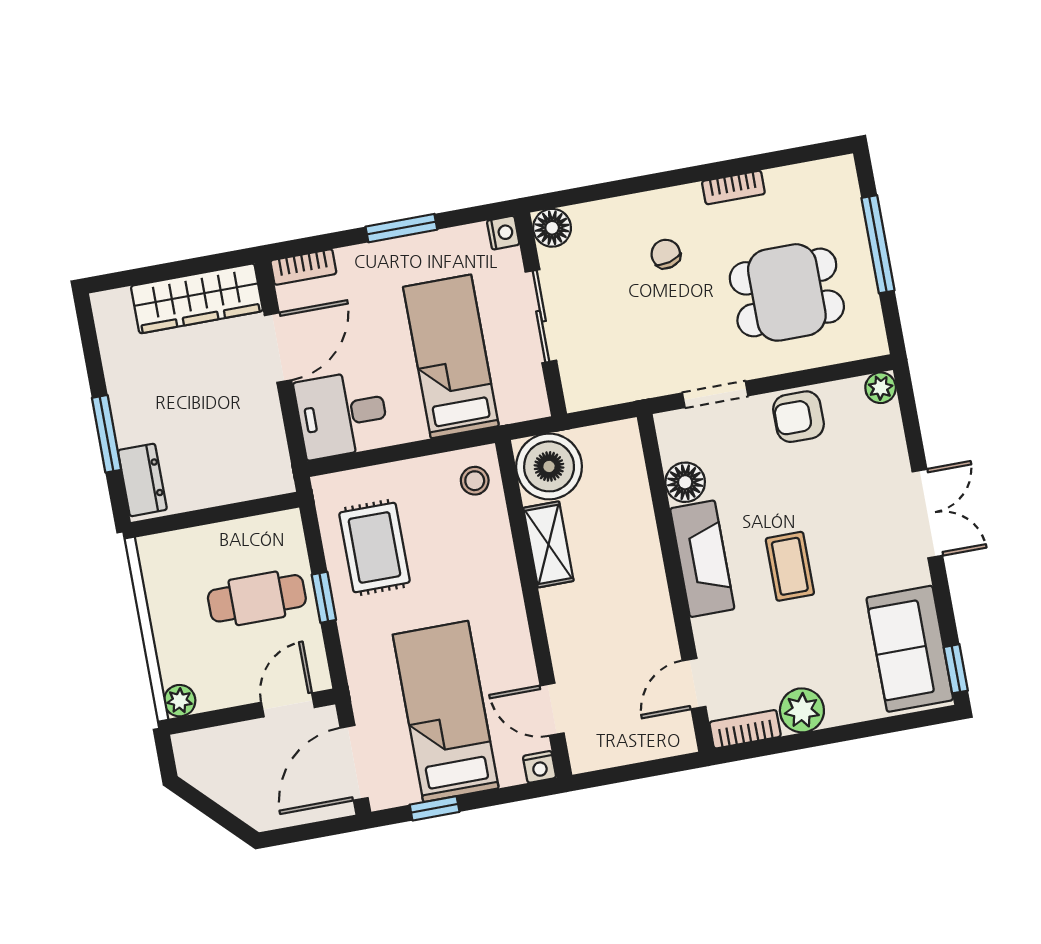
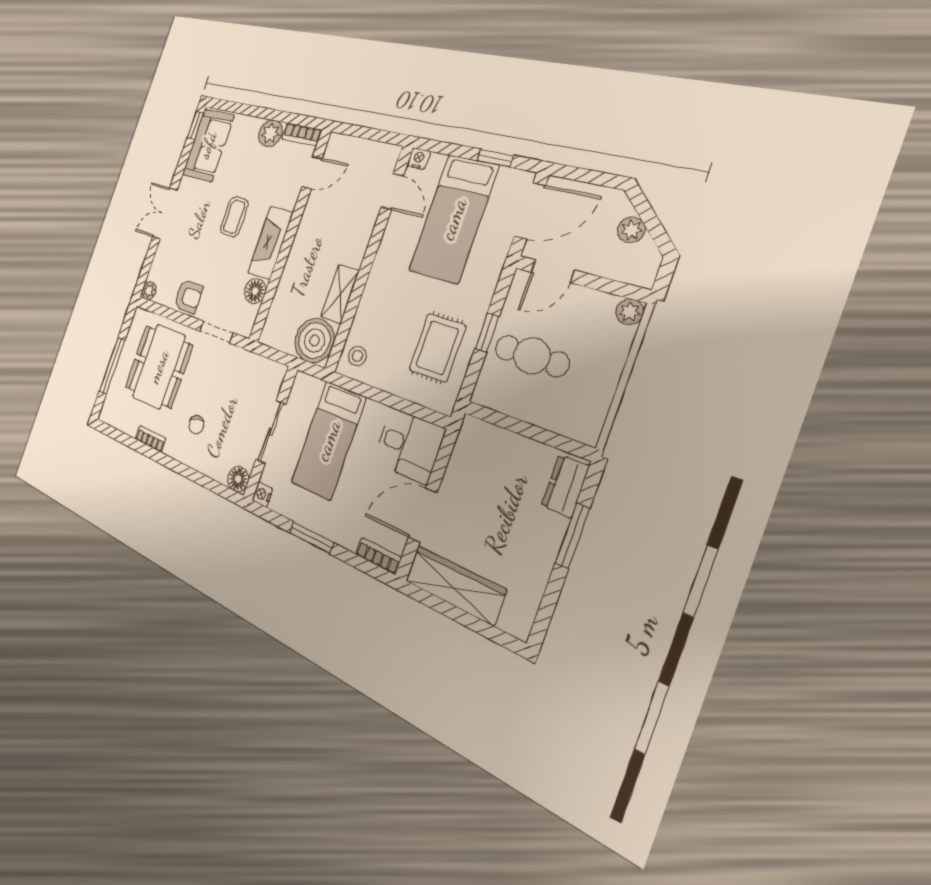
dining table: (787, 292) -> (159, 366), width x1.37
plant: (227, 791) -> (631, 230), added

